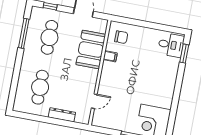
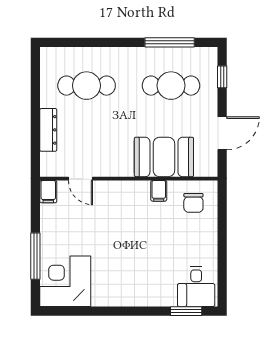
filing cabinet: (98, 122) -> (48, 192), added

